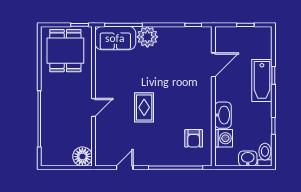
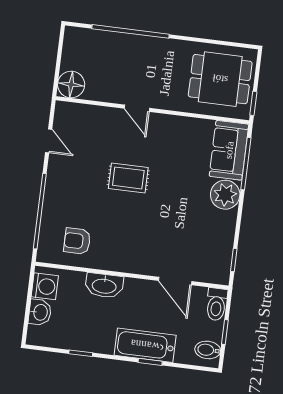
bidet: (260, 35) -> (208, 350), added
washing machine: (224, 138) -> (45, 286), moved, turned -90
toilet: (265, 155) -> (216, 304), moved, turned 90

